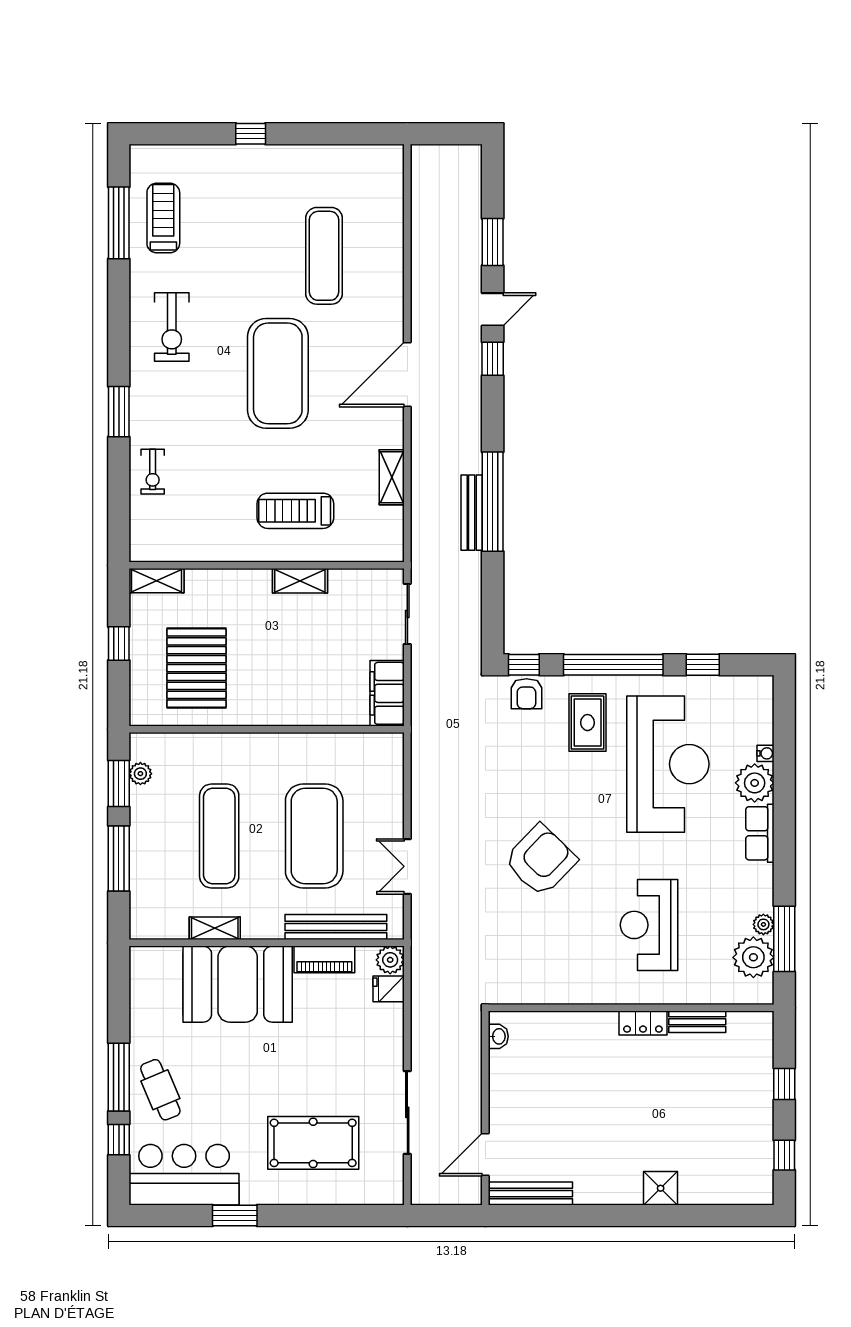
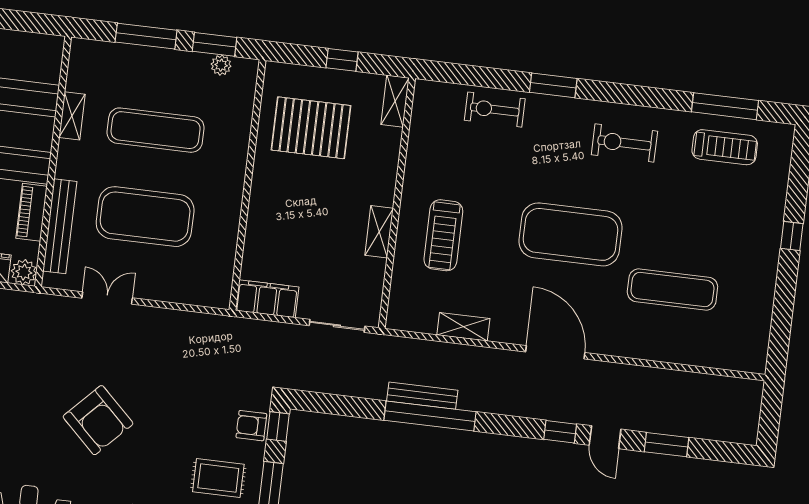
exercise bike: (153, 472) -> (495, 110), width x1.38, depth x1.39
treadmill: (295, 511) -> (443, 235), turned 180

